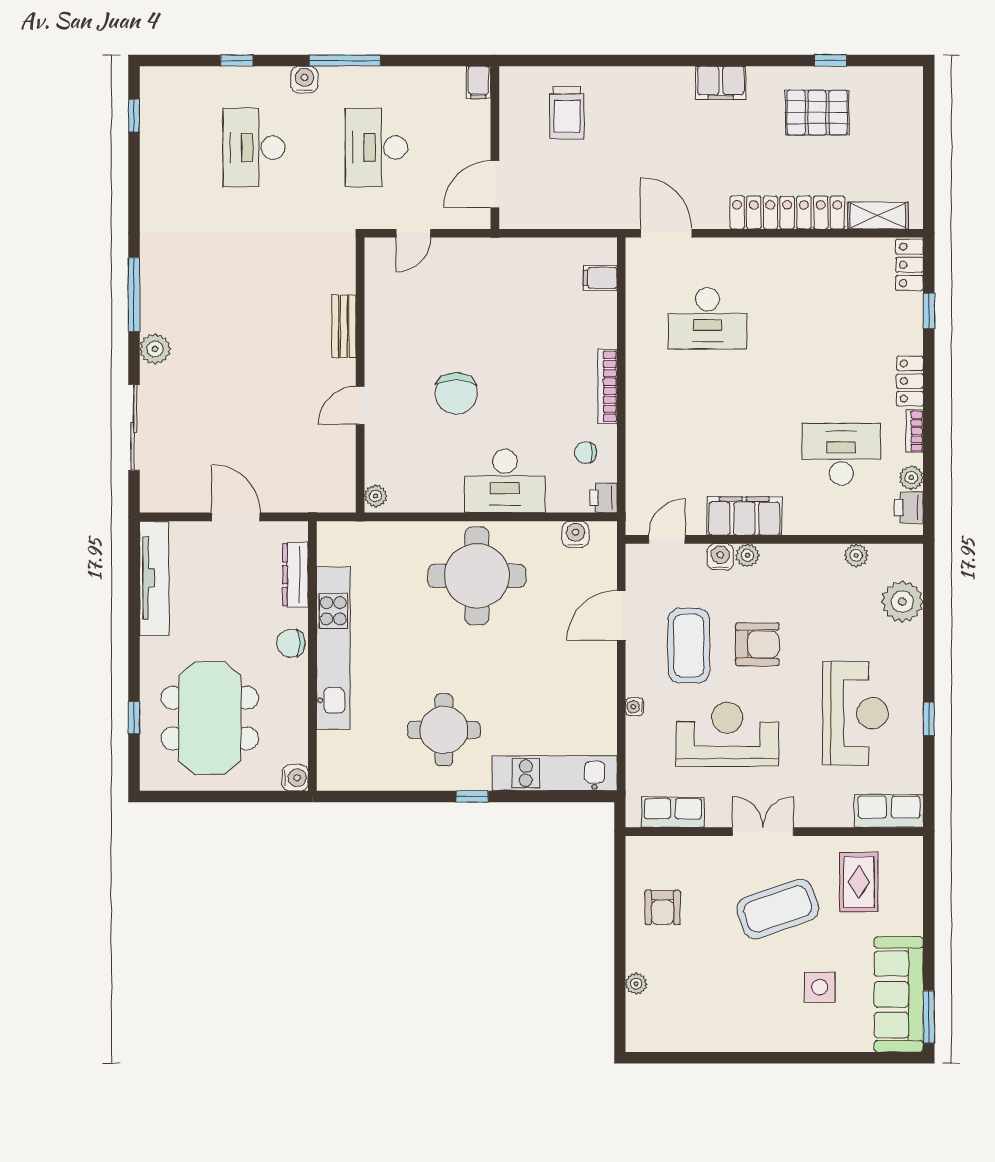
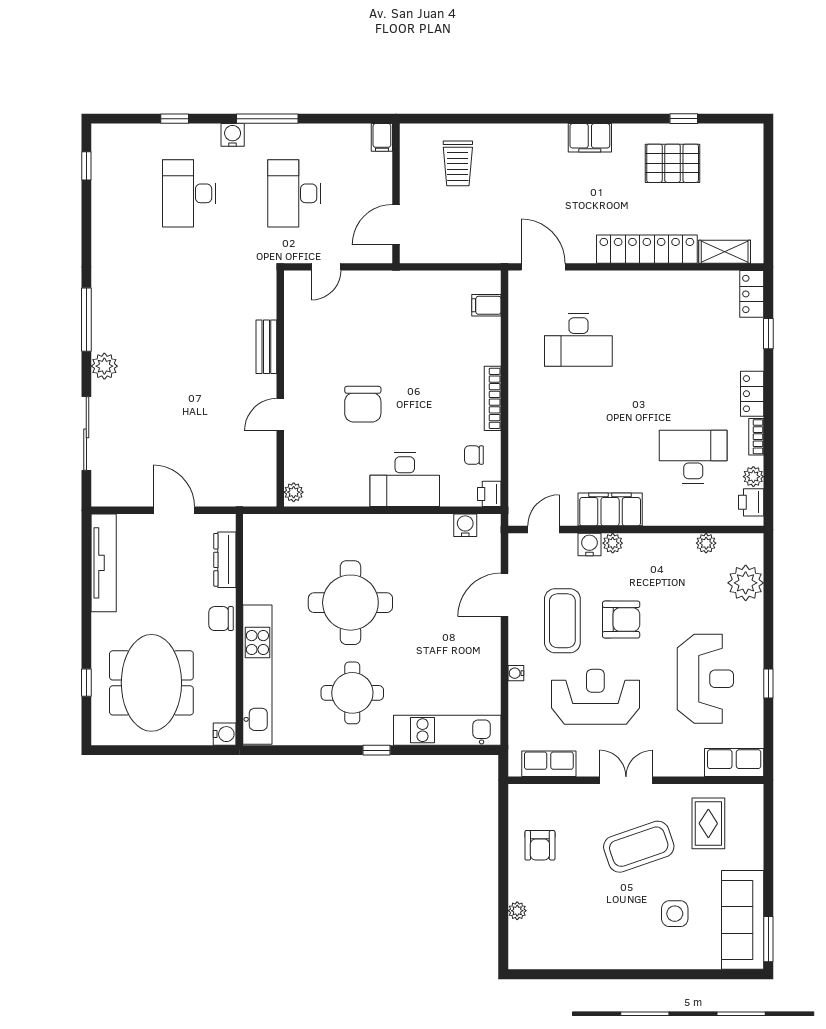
round table: (477, 576) -> (350, 603), moved
kitchen unit: (333, 648) -> (257, 675), moved

